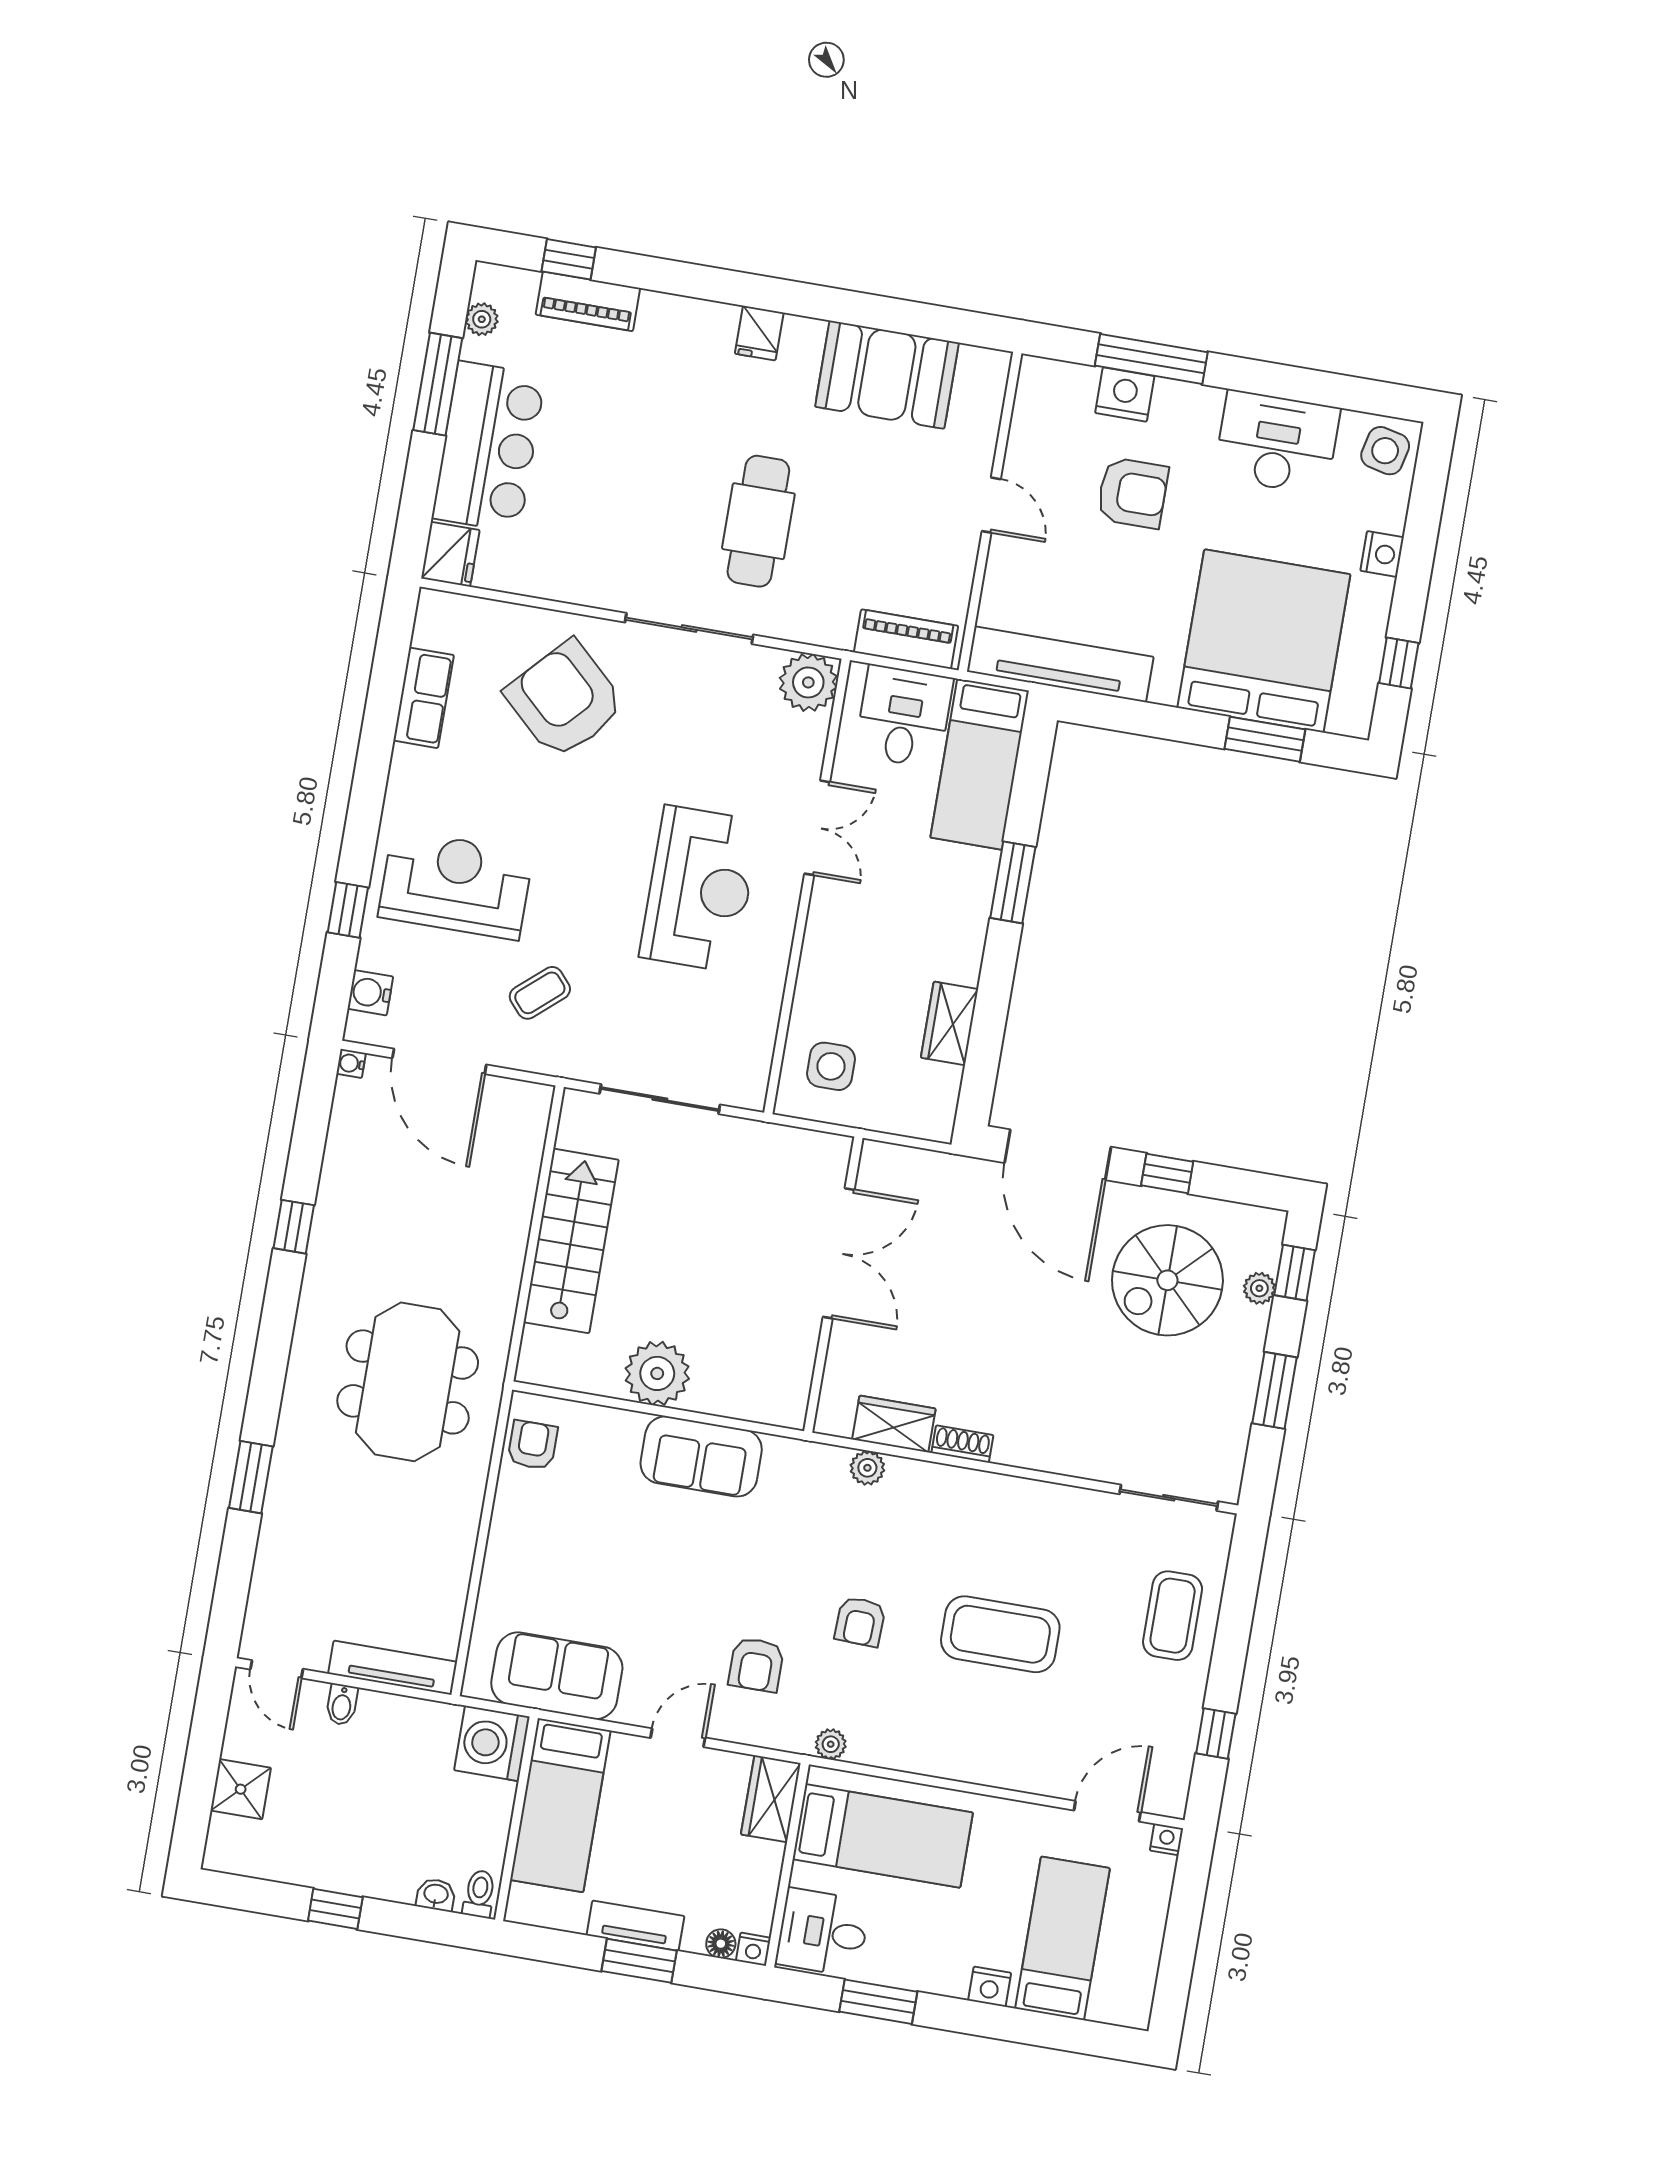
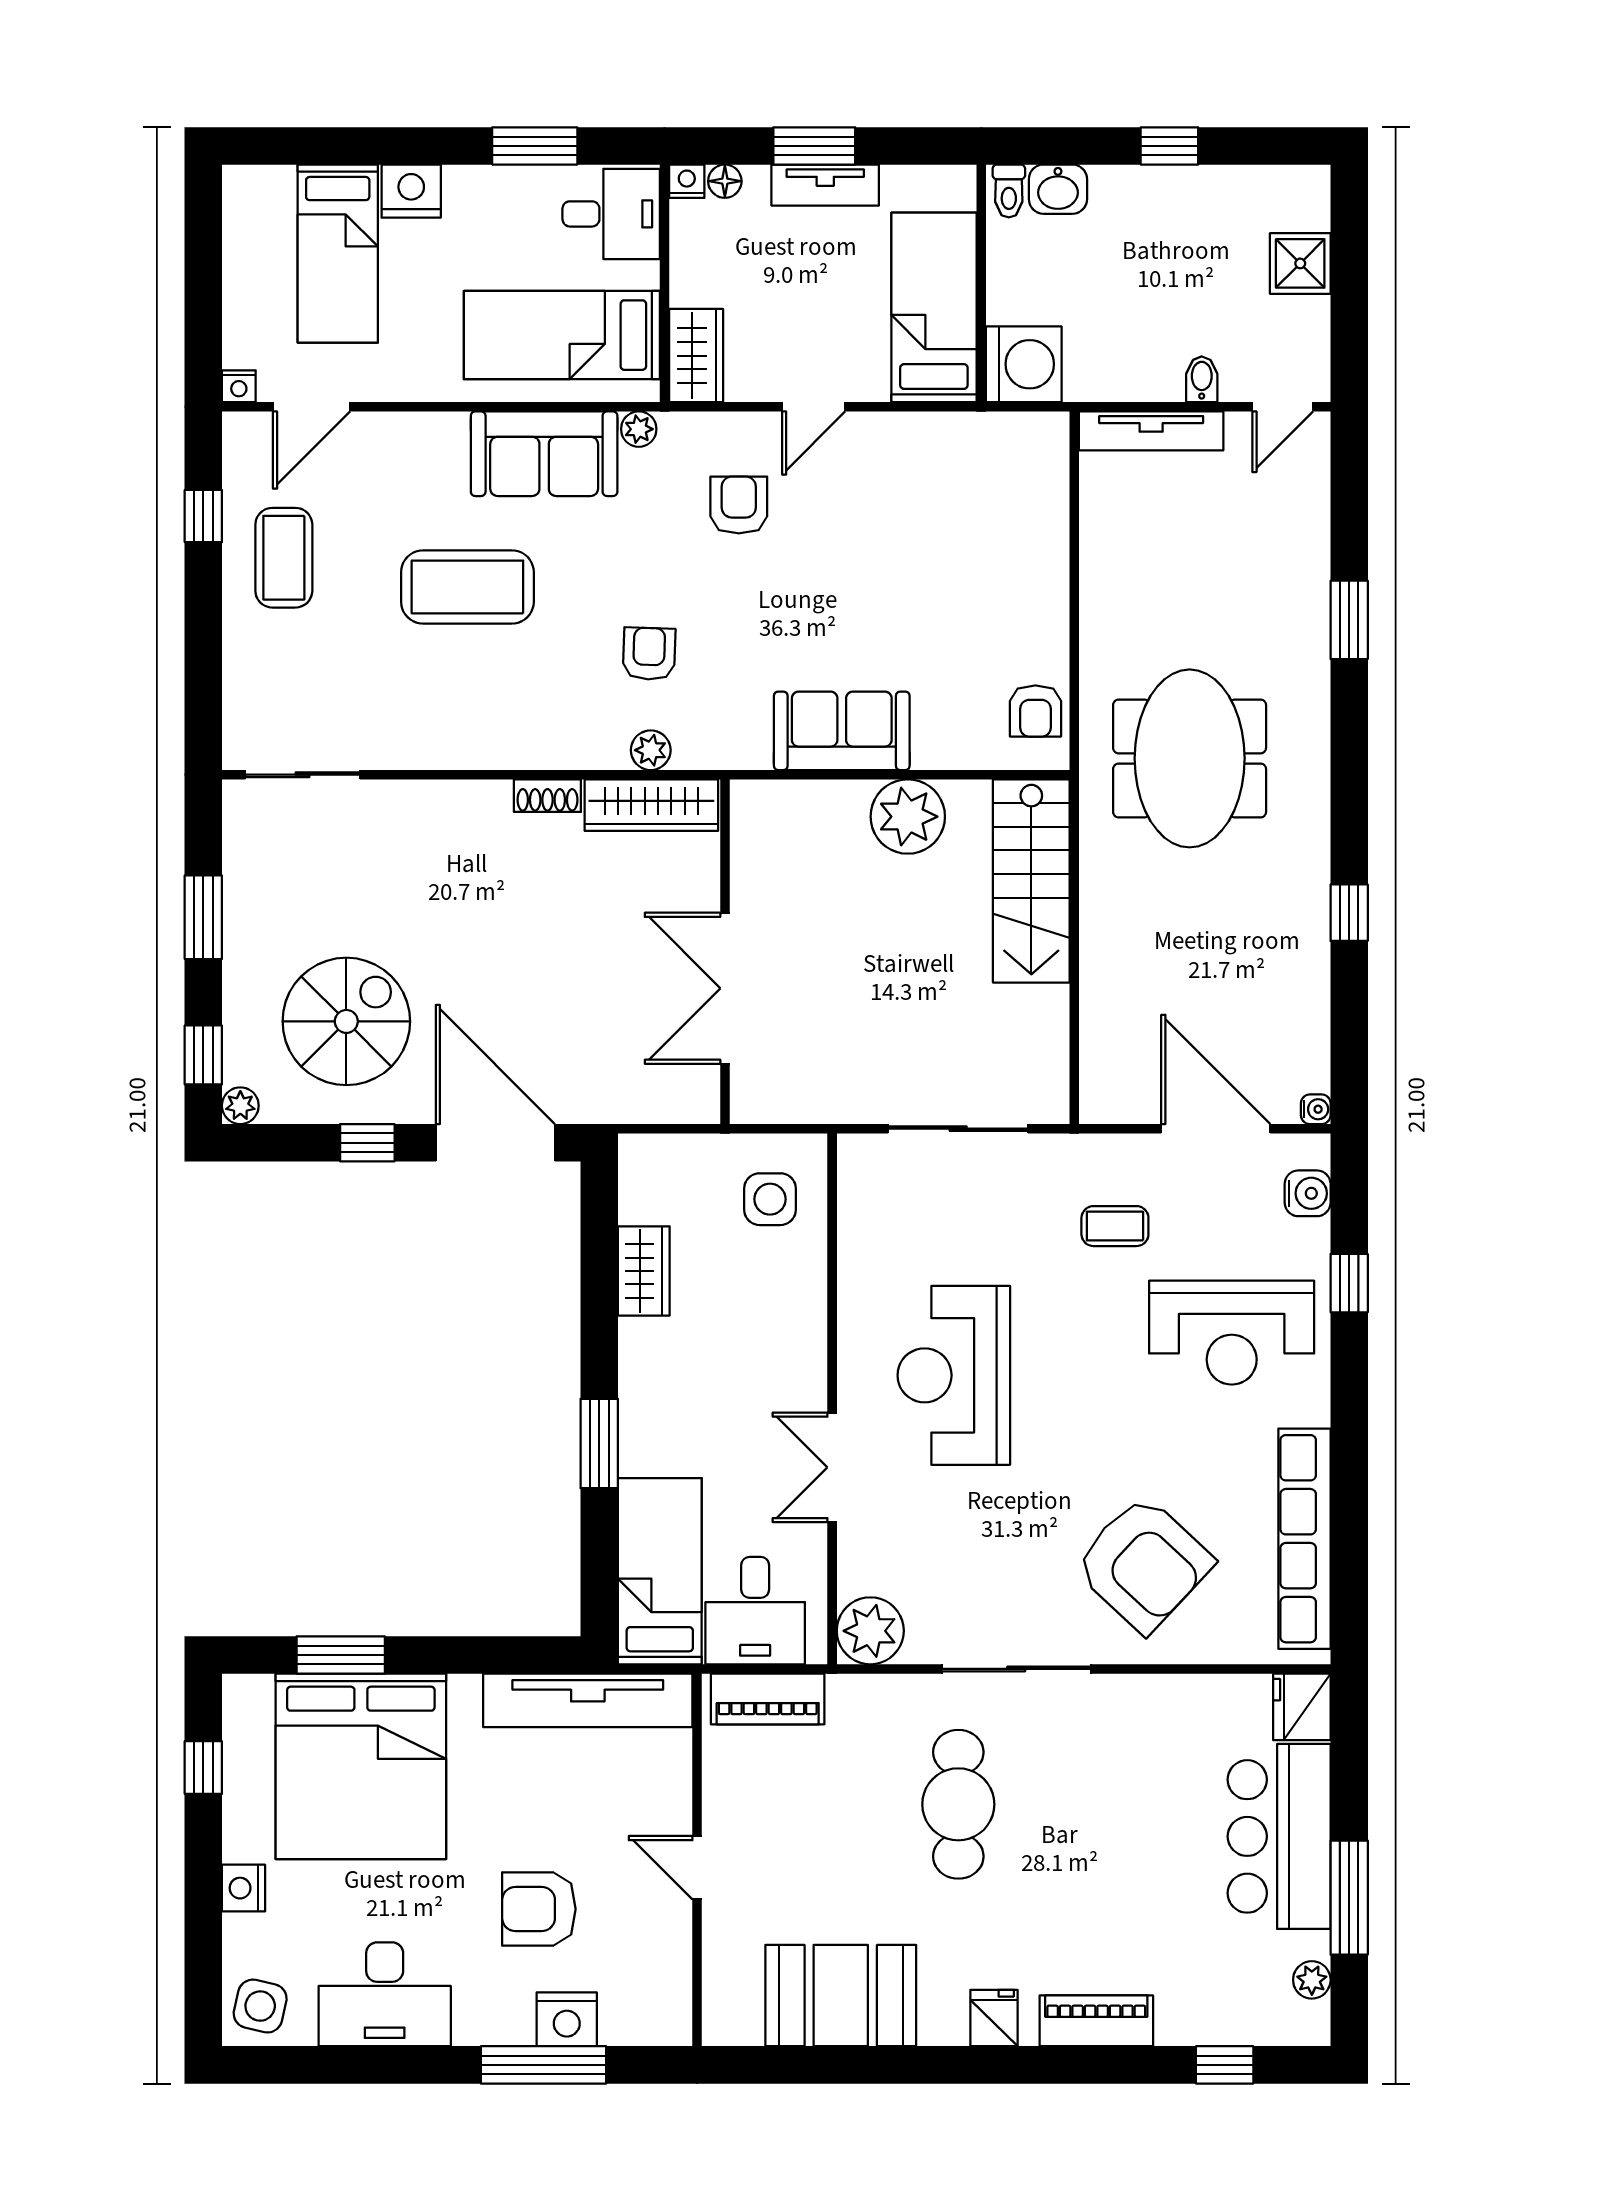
piano: (588, 301) -> (1096, 2021), moved
row of seats: (424, 698) -> (1304, 1539), width x2.02
coffee table: (540, 993) -> (1115, 1226), turned 41
stairs: (571, 1241) -> (1031, 881), moved
plant: (1259, 1288) -> (240, 1106), moved
wardrobe: (894, 1424) -> (651, 805), width x1.50
coffee table: (1173, 1616) -> (284, 558), moved
armchair: (860, 1622) -> (649, 654), moved
door: (277, 1669) -> (1283, 407), swing flipped
sofa: (557, 1676) -> (544, 454), moved
washbasin: (436, 1895) -> (1058, 189), width x1.38, depth x1.45
nightstand: (990, 1987) -> (411, 191), width x1.36, depth x1.33

